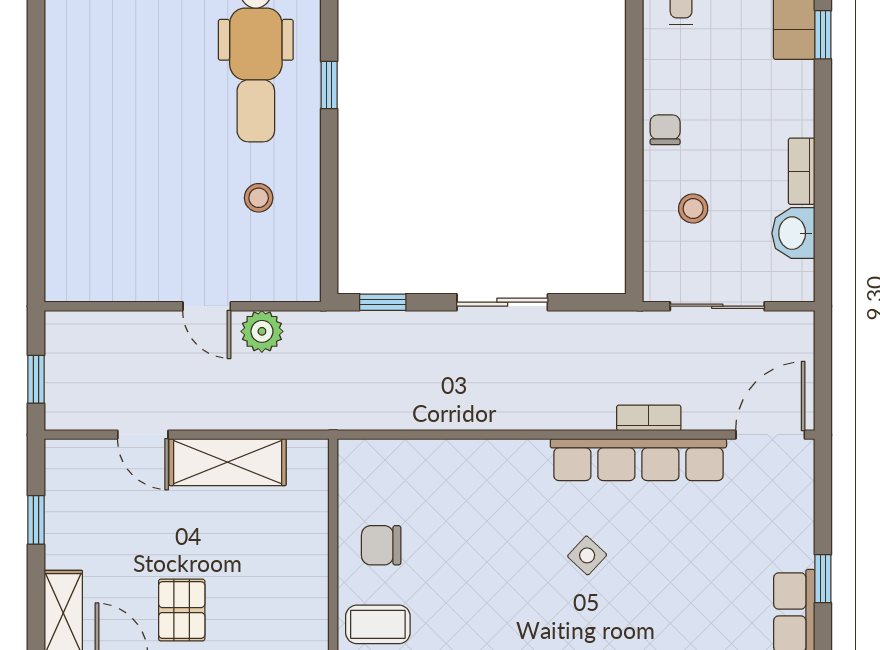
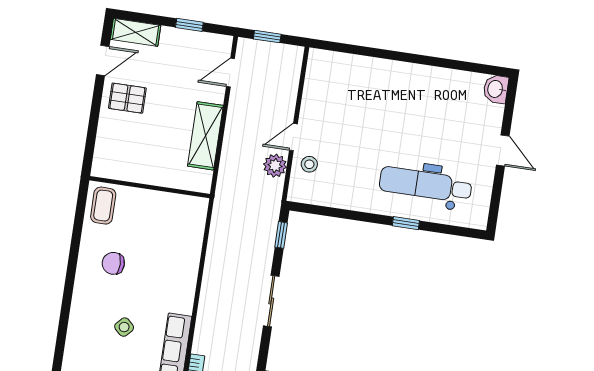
stool: (259, 198) -> (309, 164), moved
door: (143, 435) -> (230, 73), moved
chair: (381, 545) -> (113, 263), moved, turned -90

